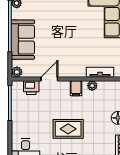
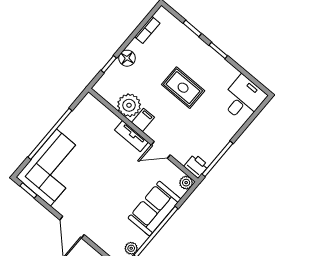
tv unit: (100, 72) -> (131, 136), moved
plant: (92, 86) -> (129, 105), width x1.88, depth x1.88
printer: (31, 88) -> (196, 166), moved

